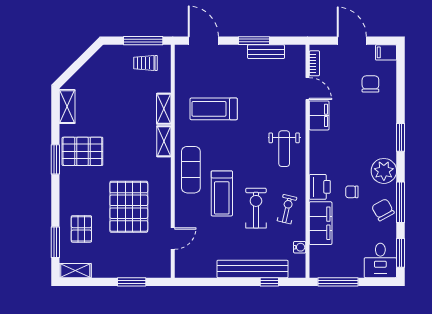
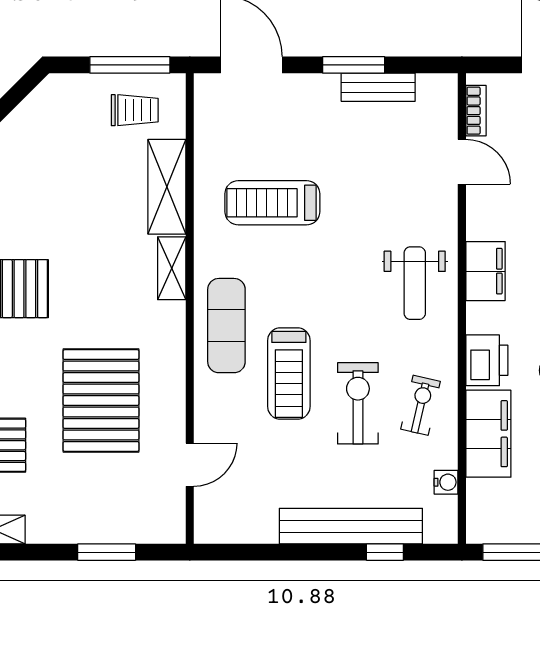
trolley: (145, 63) -> (135, 110), turned 180
shelving: (164, 109) -> (167, 187), width x1.50, depth x1.33
filing cabinet: (319, 115) -> (486, 271), moved

